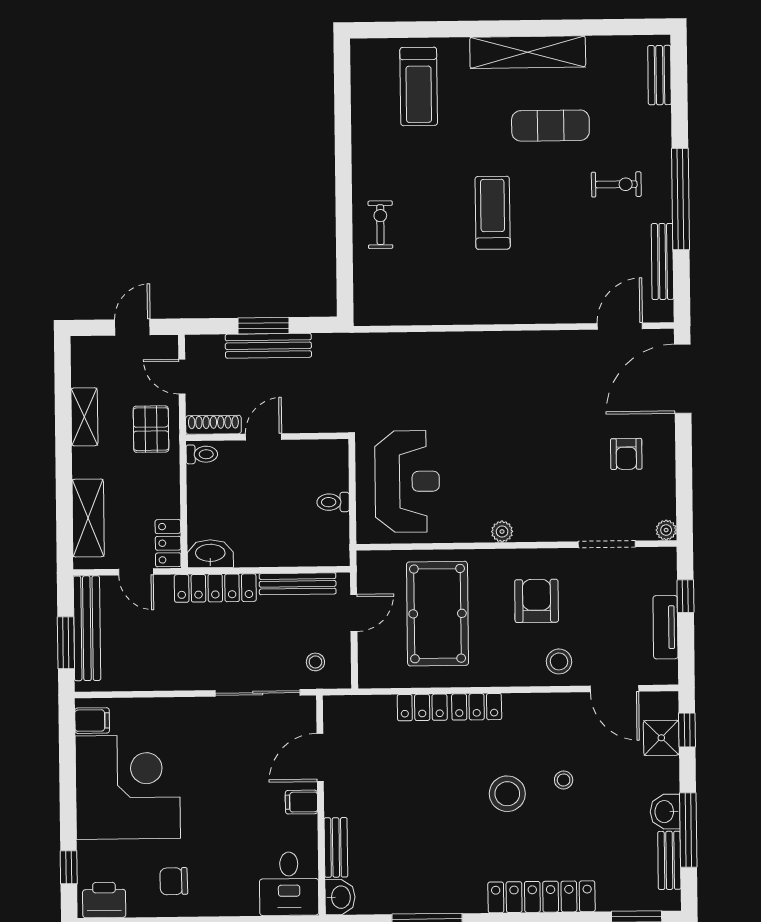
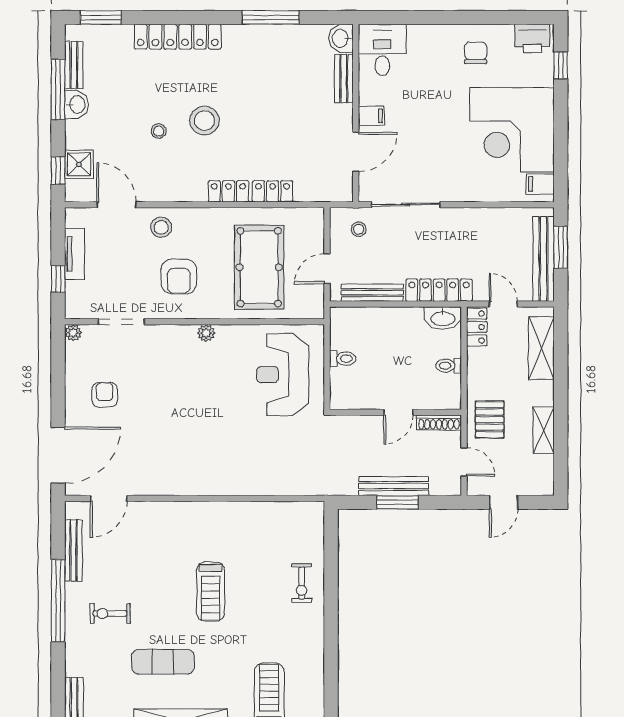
toilet: (202, 454) -> (449, 366), moved
chair: (174, 881) -> (476, 53), turned -89

